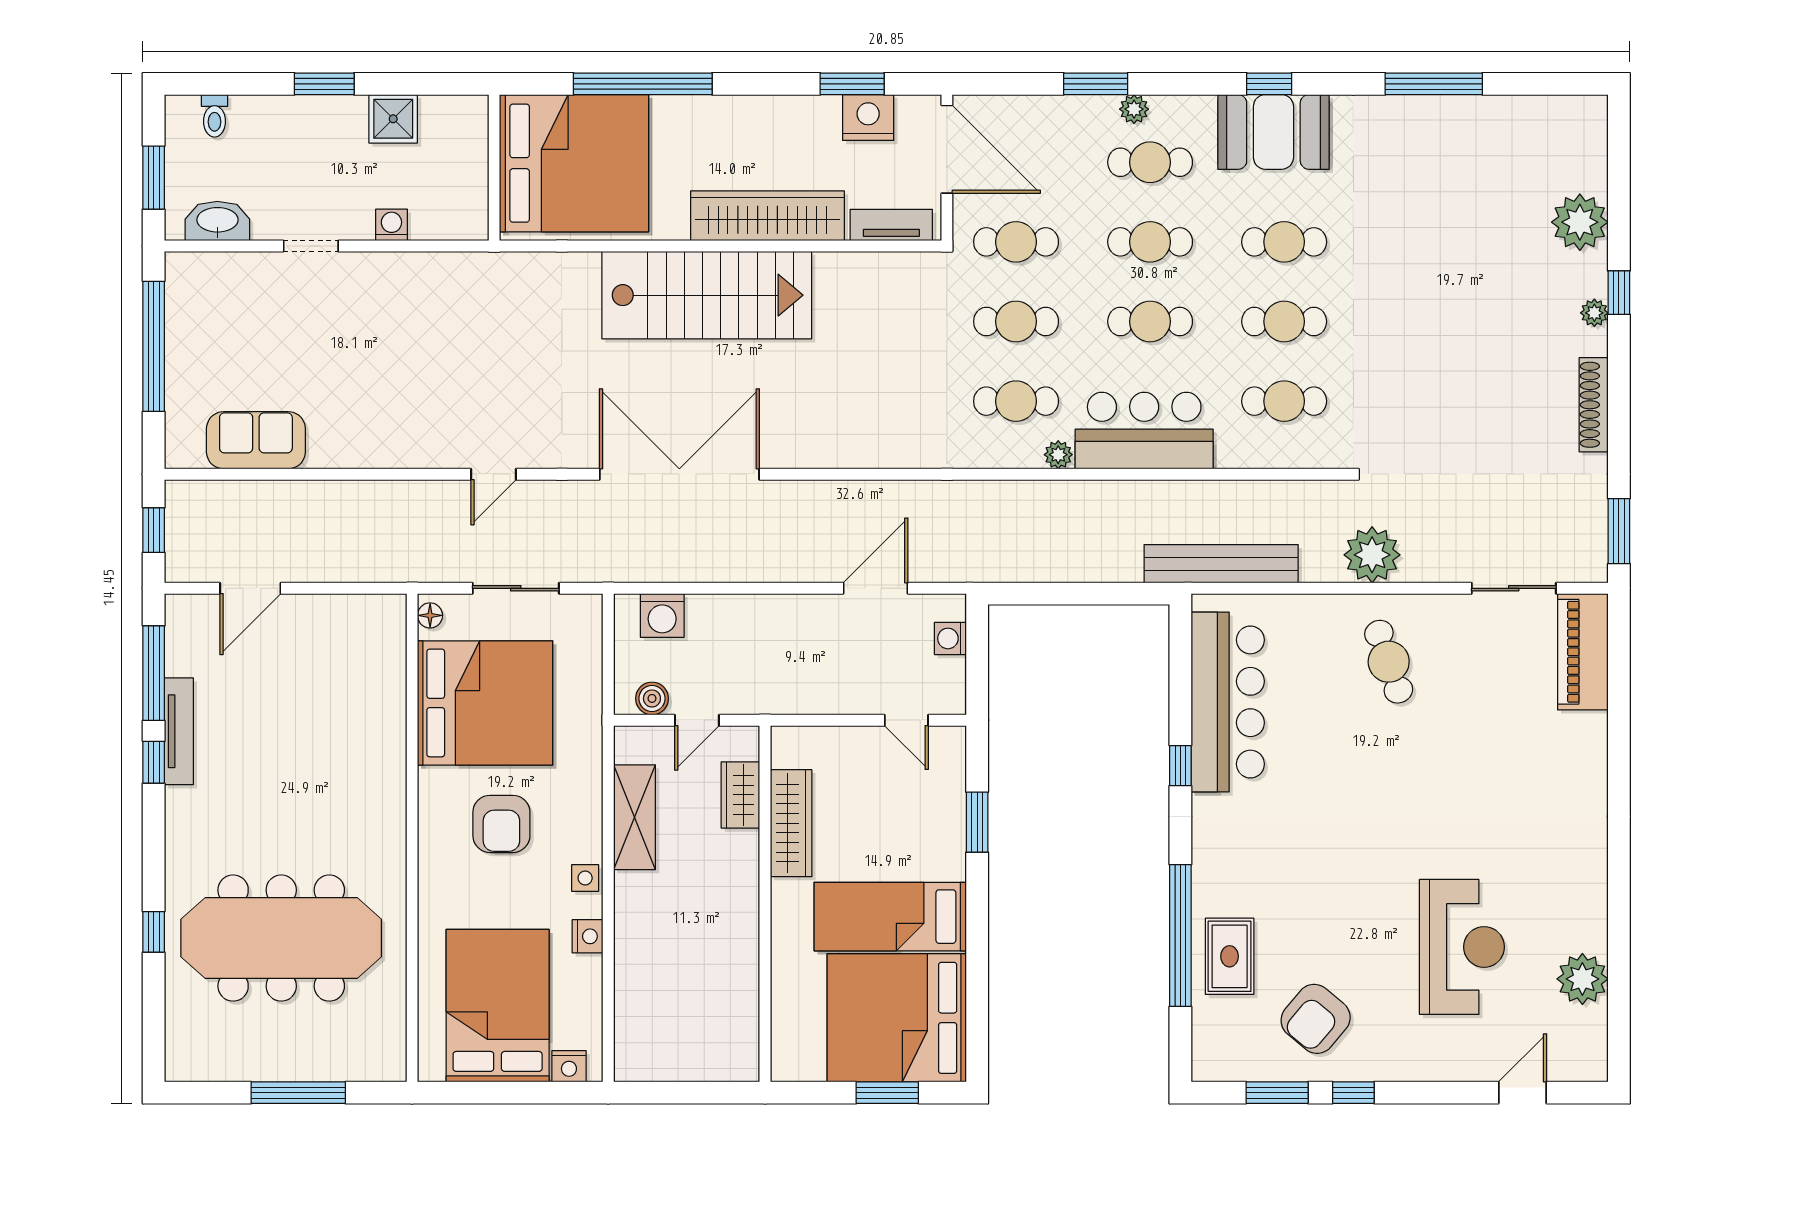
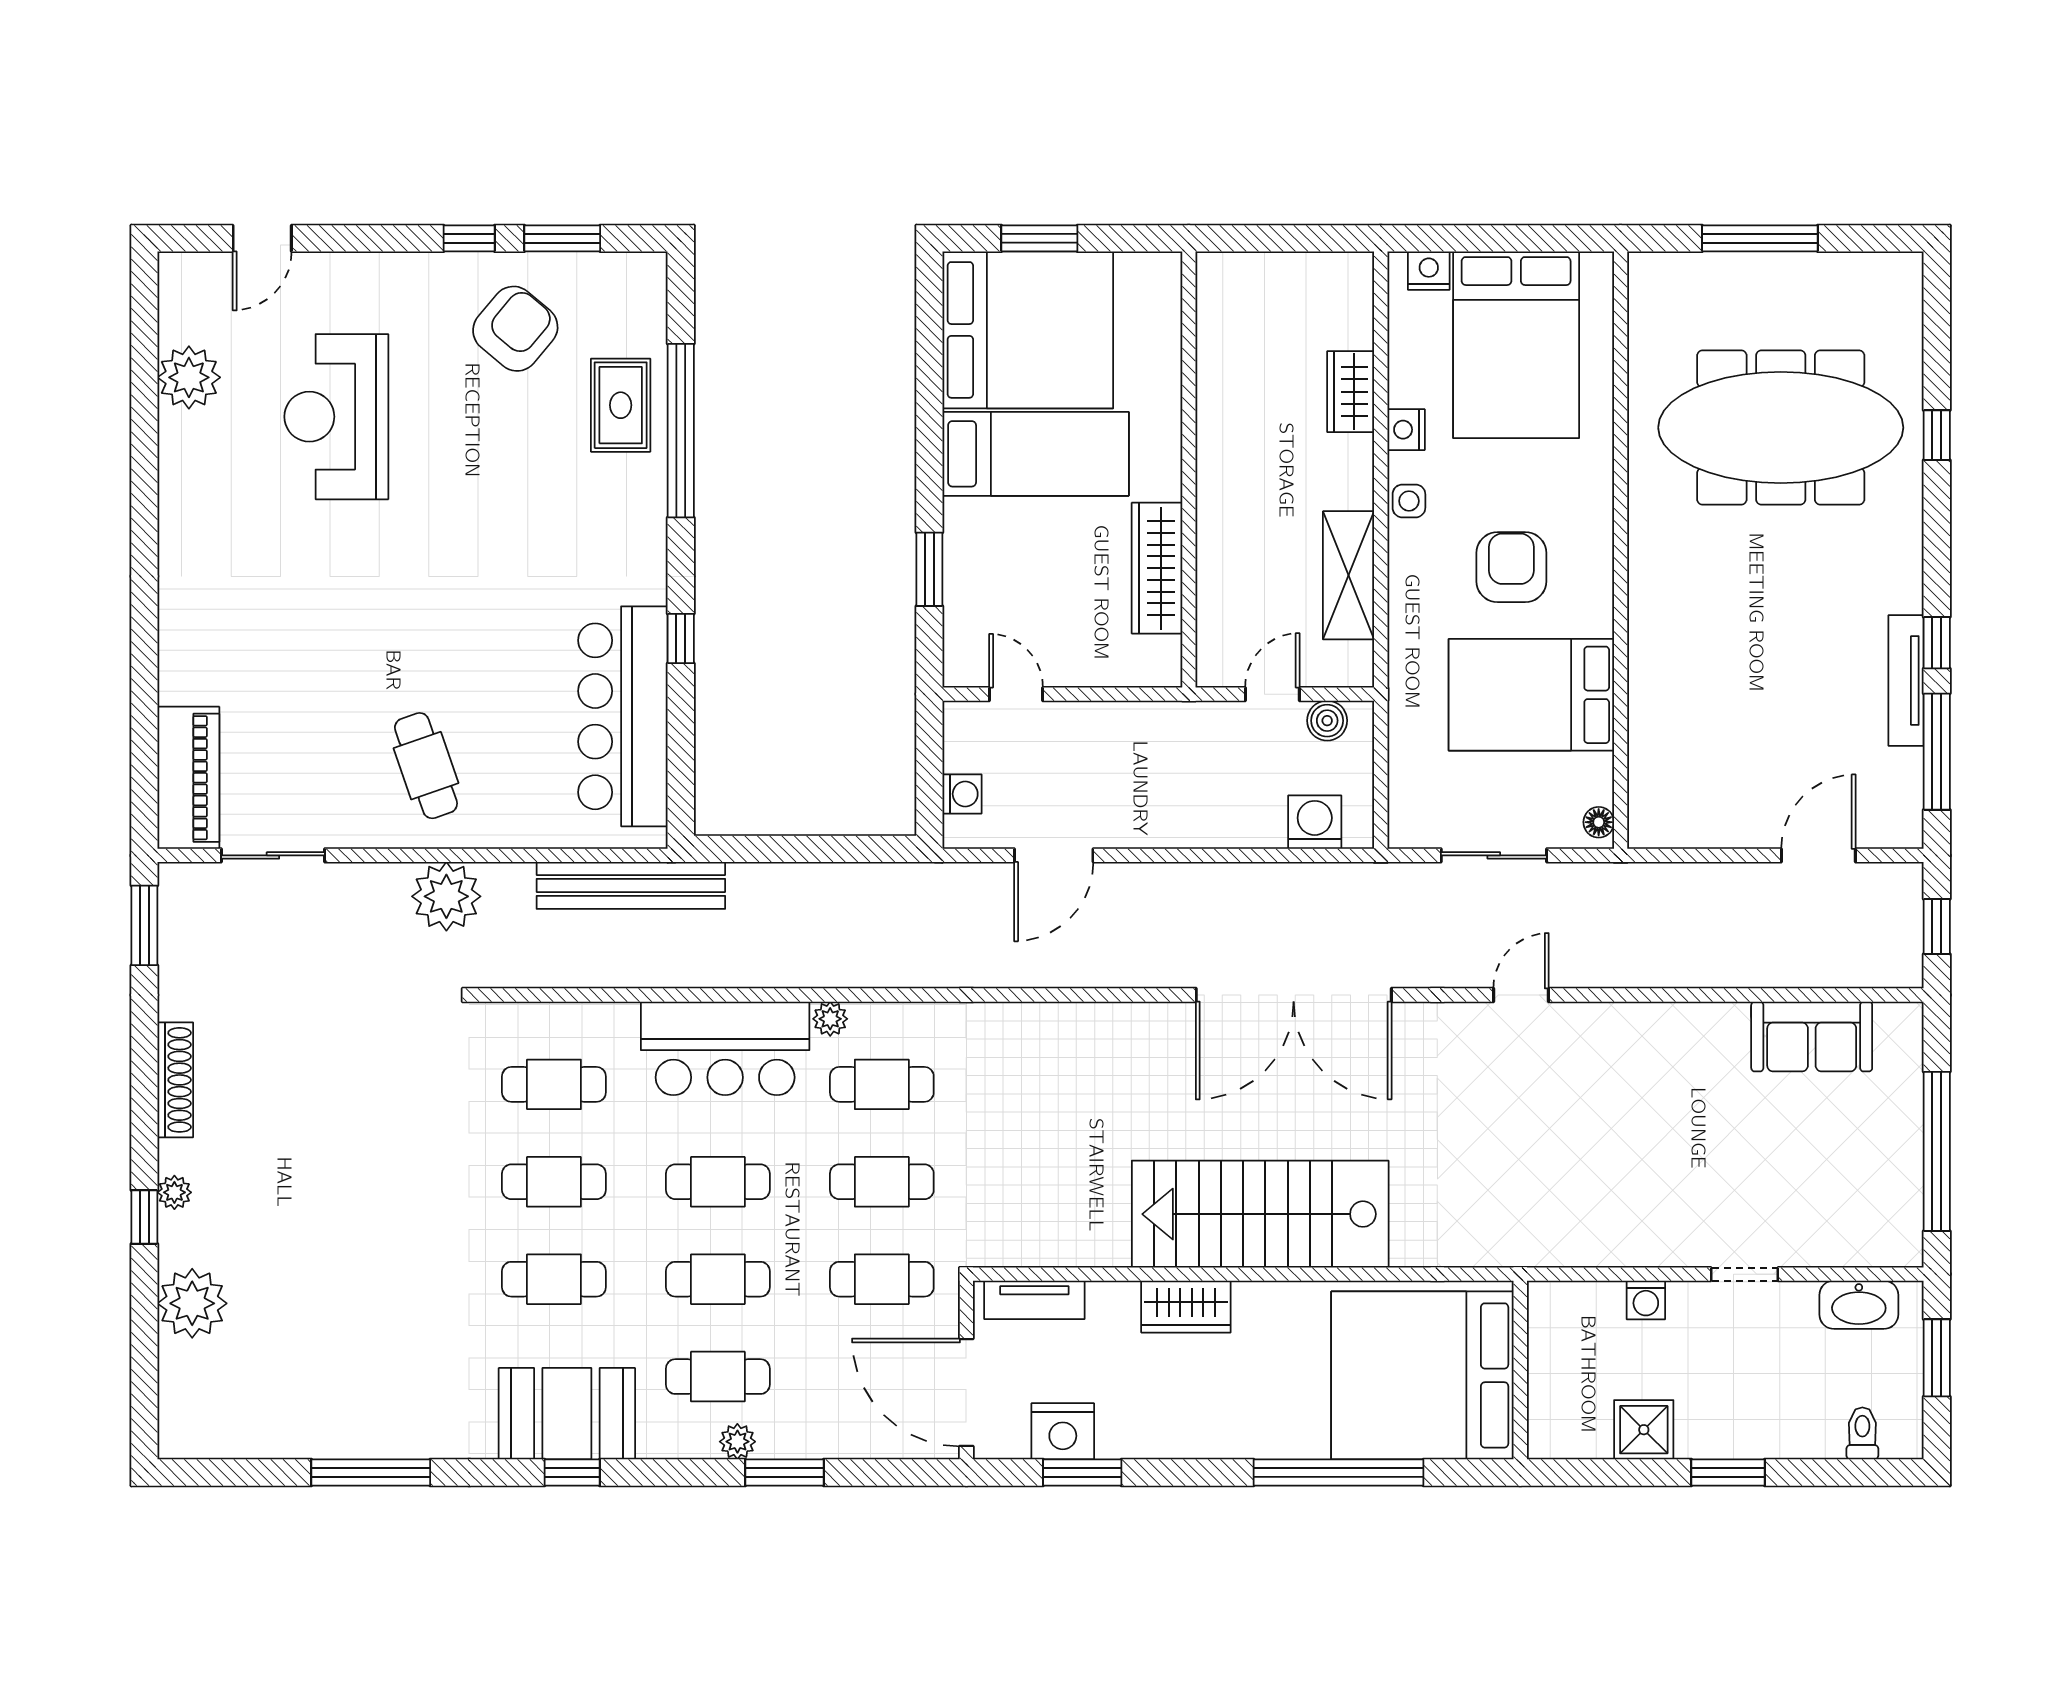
wardrobe: (767, 216) -> (1186, 1307), width x0.48, depth x0.85
bed: (485, 703) -> (1531, 695), width x0.73
wardrobe: (740, 795) -> (1351, 392), moved, turned 180

